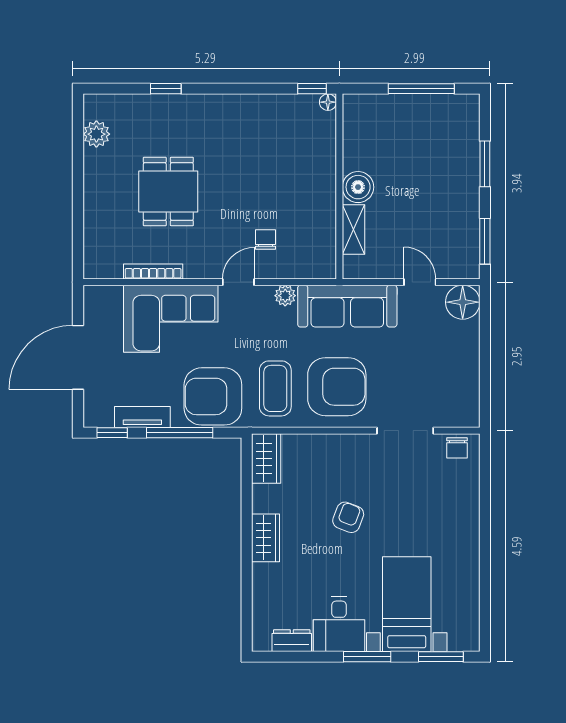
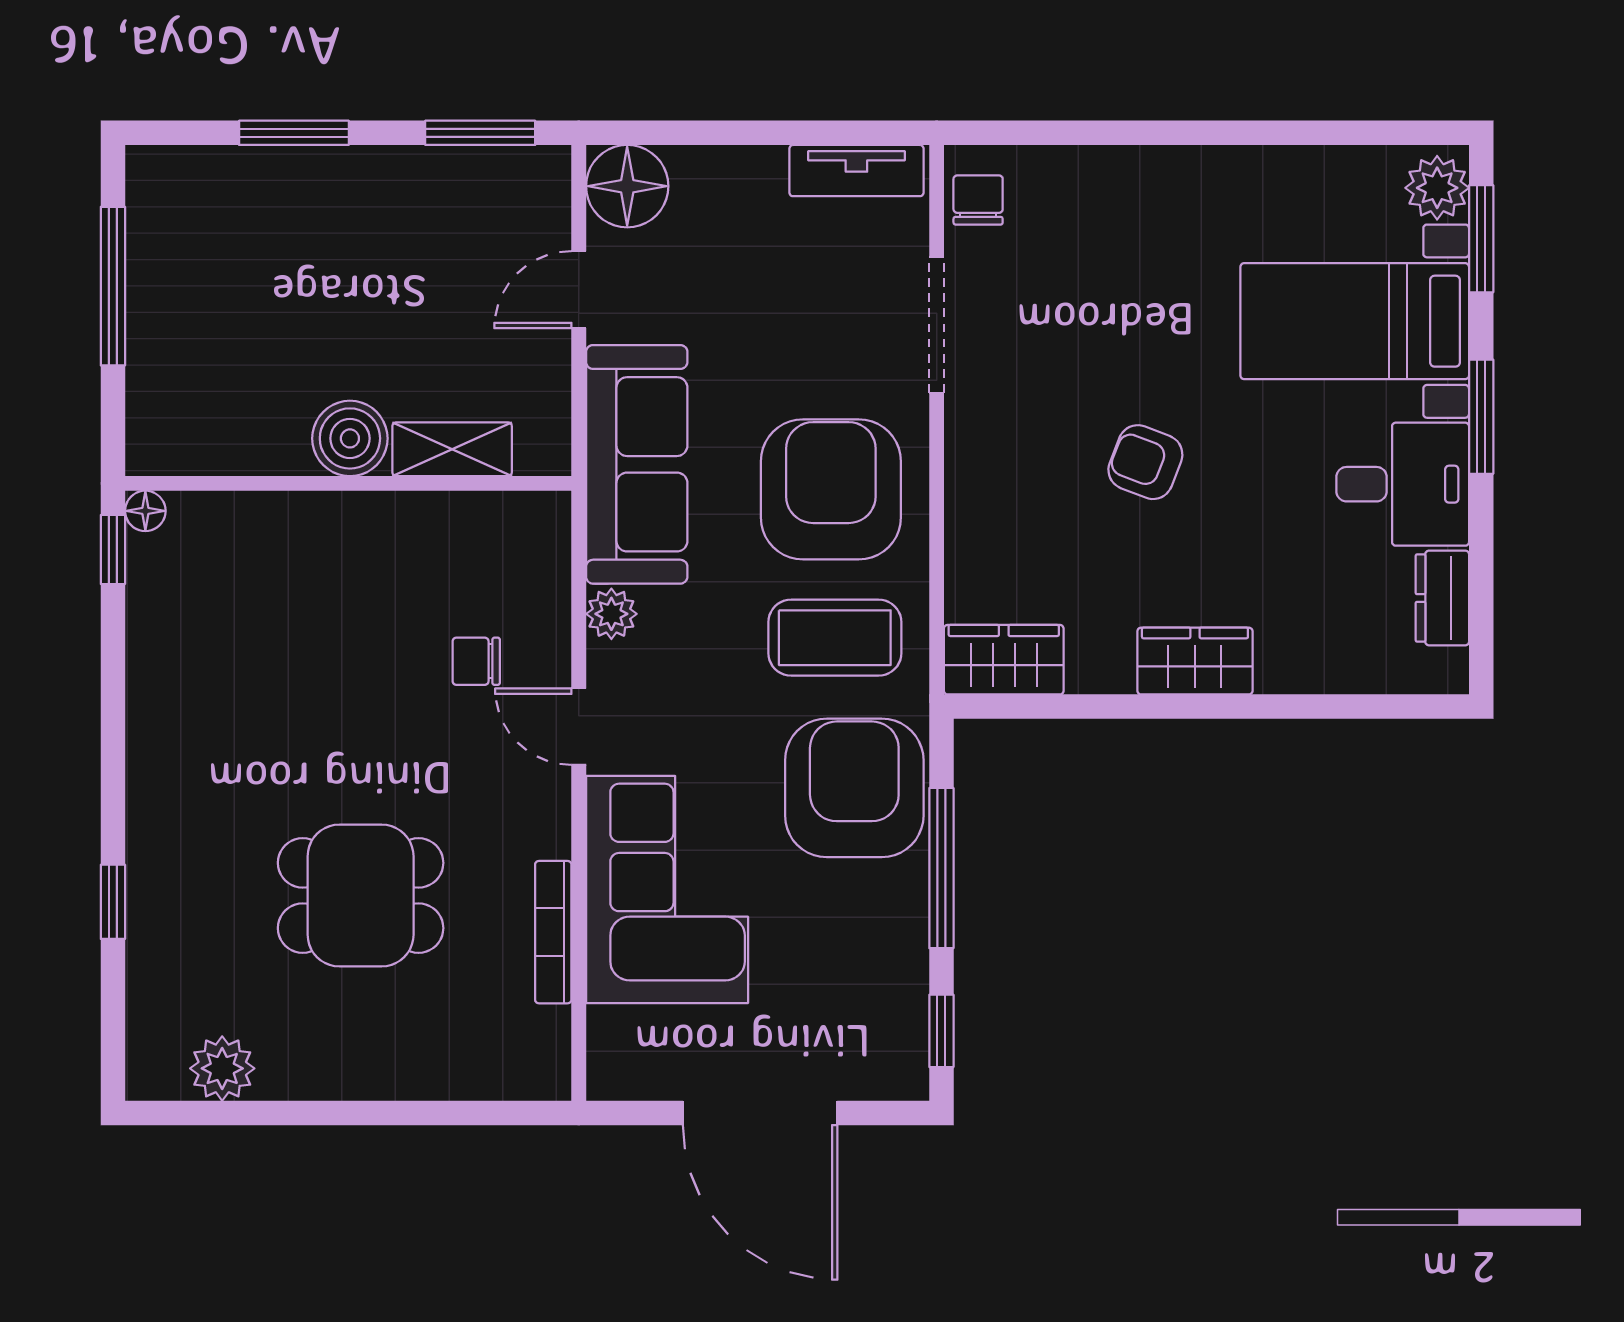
armchair: (213, 396) -> (854, 788), turned 180
tv unit: (142, 417) -> (856, 171), moved, turned -90
chair: (457, 448) -> (978, 200), turned -90
plant: (462, 638) -> (1437, 188), added

